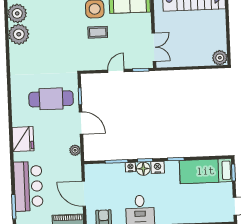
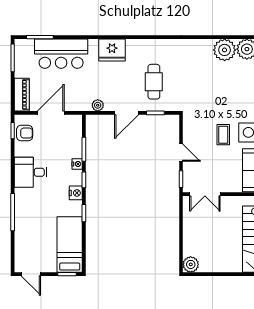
cafe table: (51, 99) -> (154, 82), width x0.73, depth x0.74
floor lamp: (143, 169) -> (75, 178), removed

